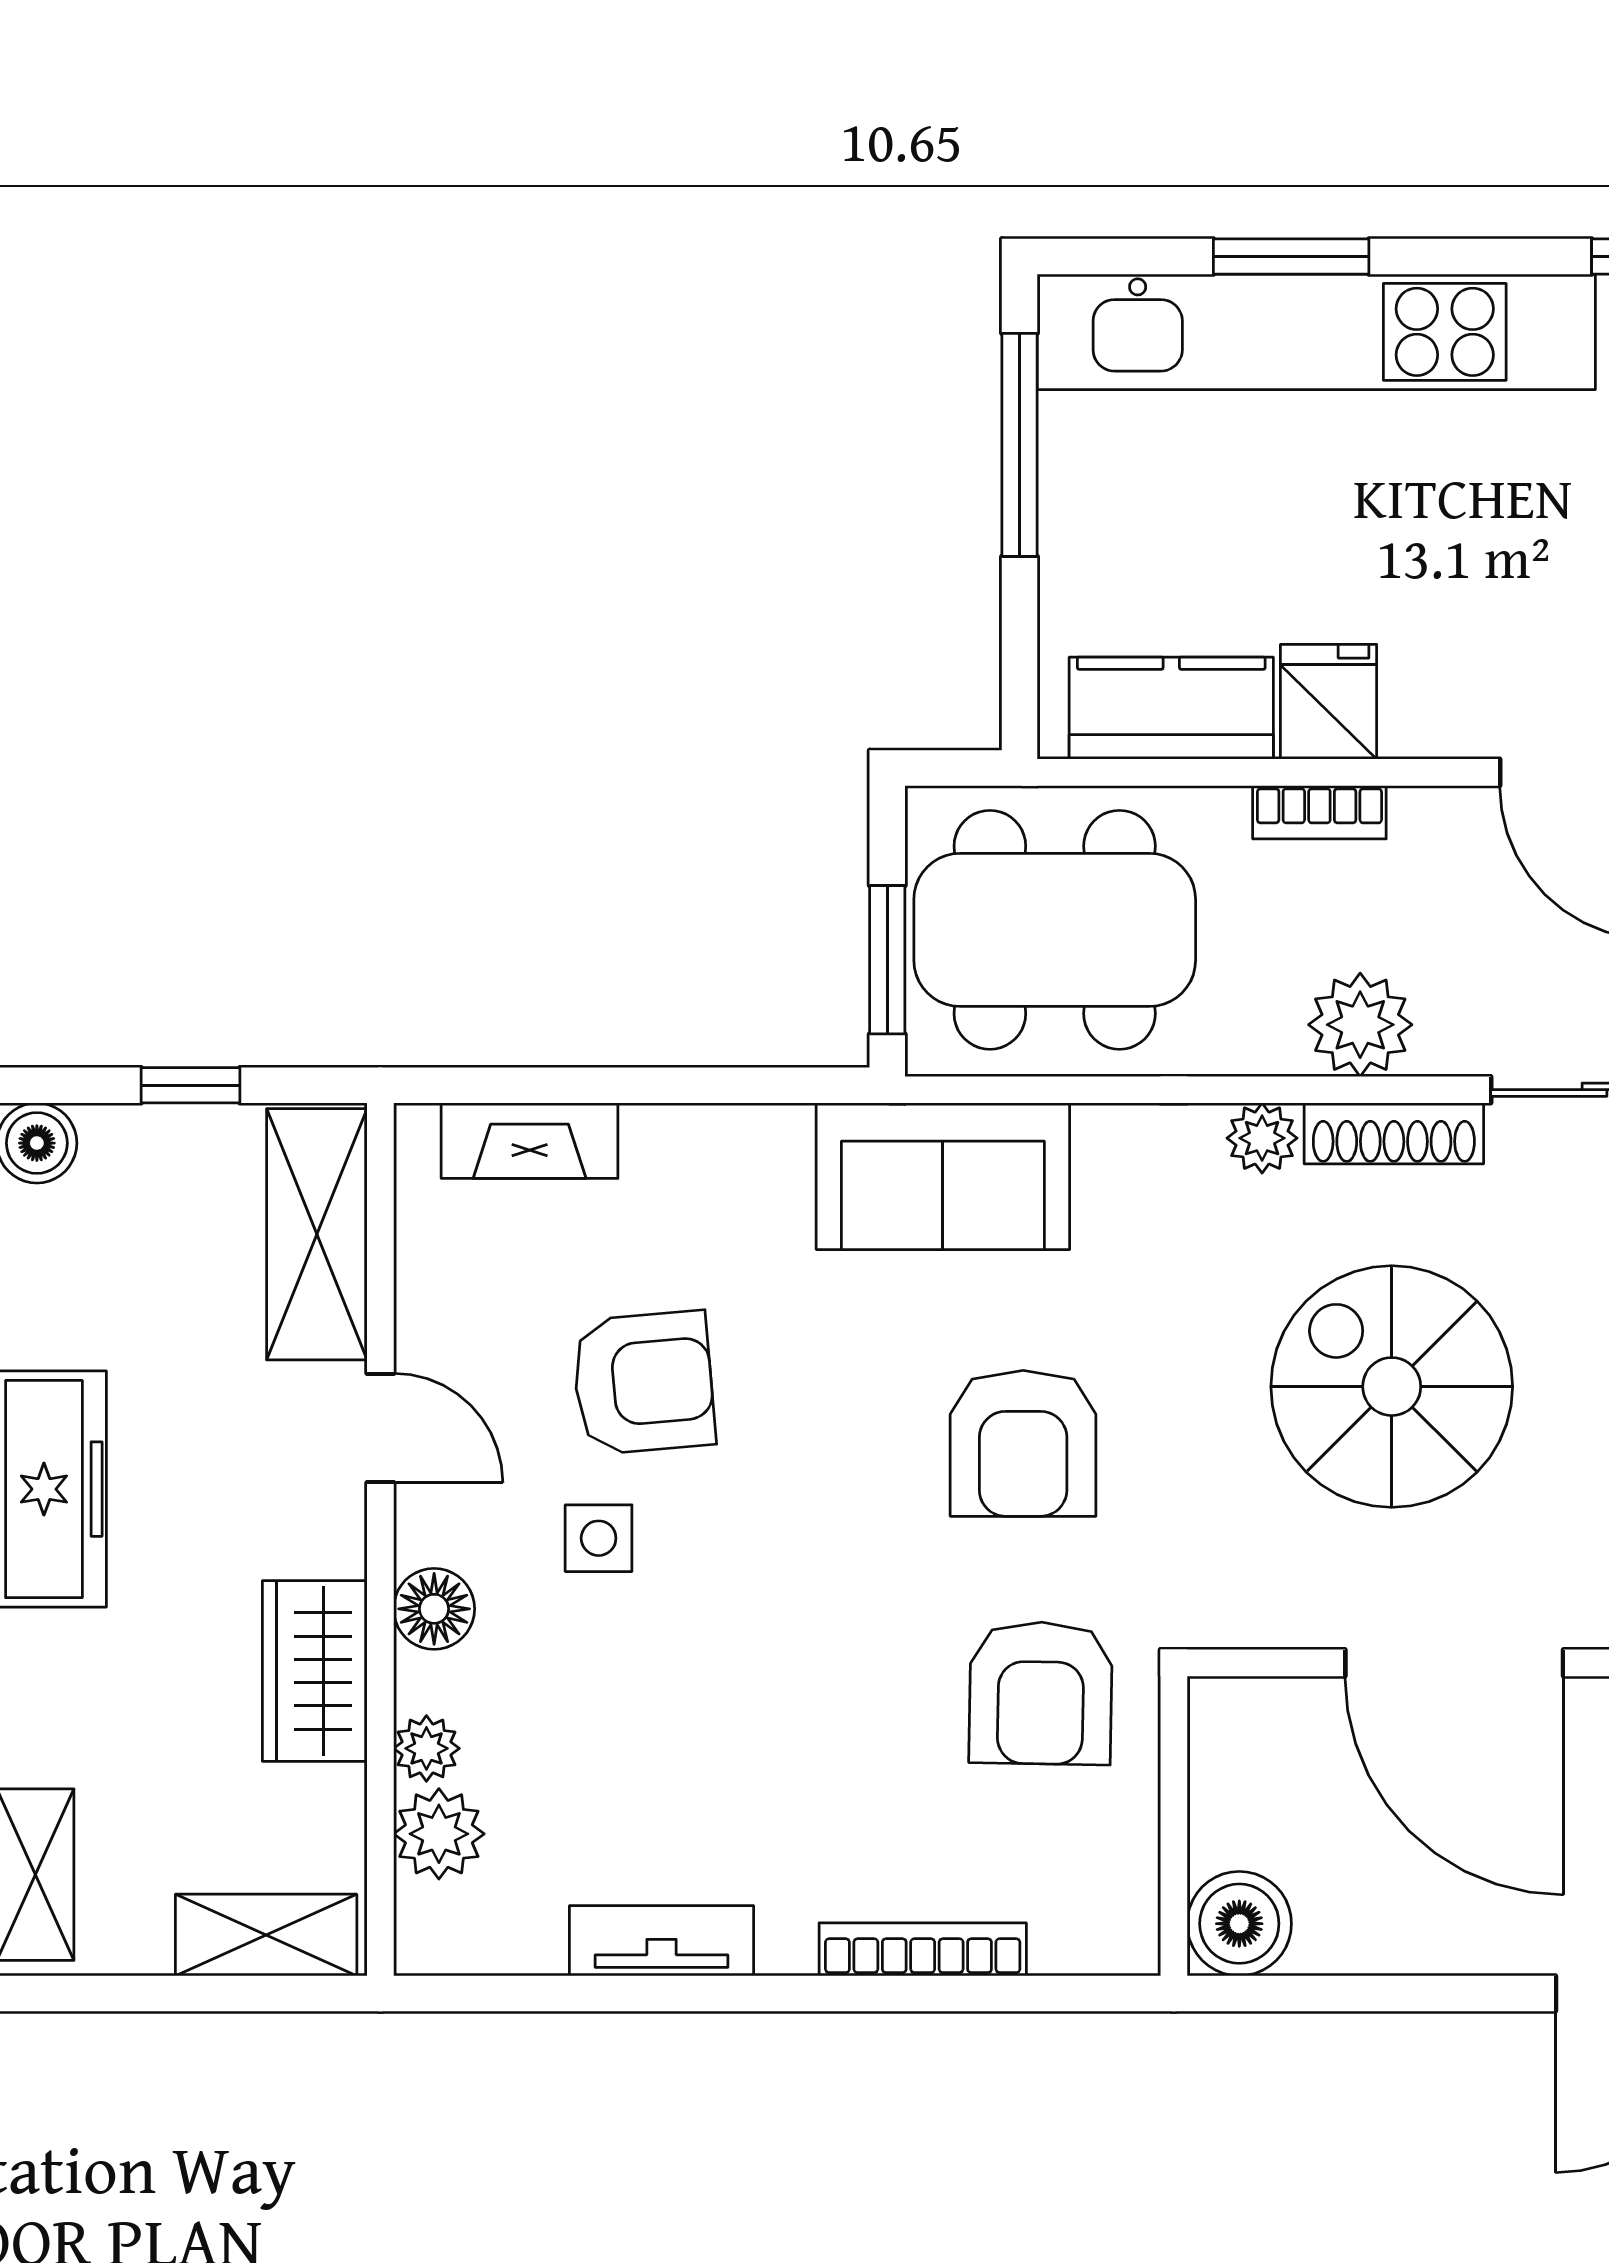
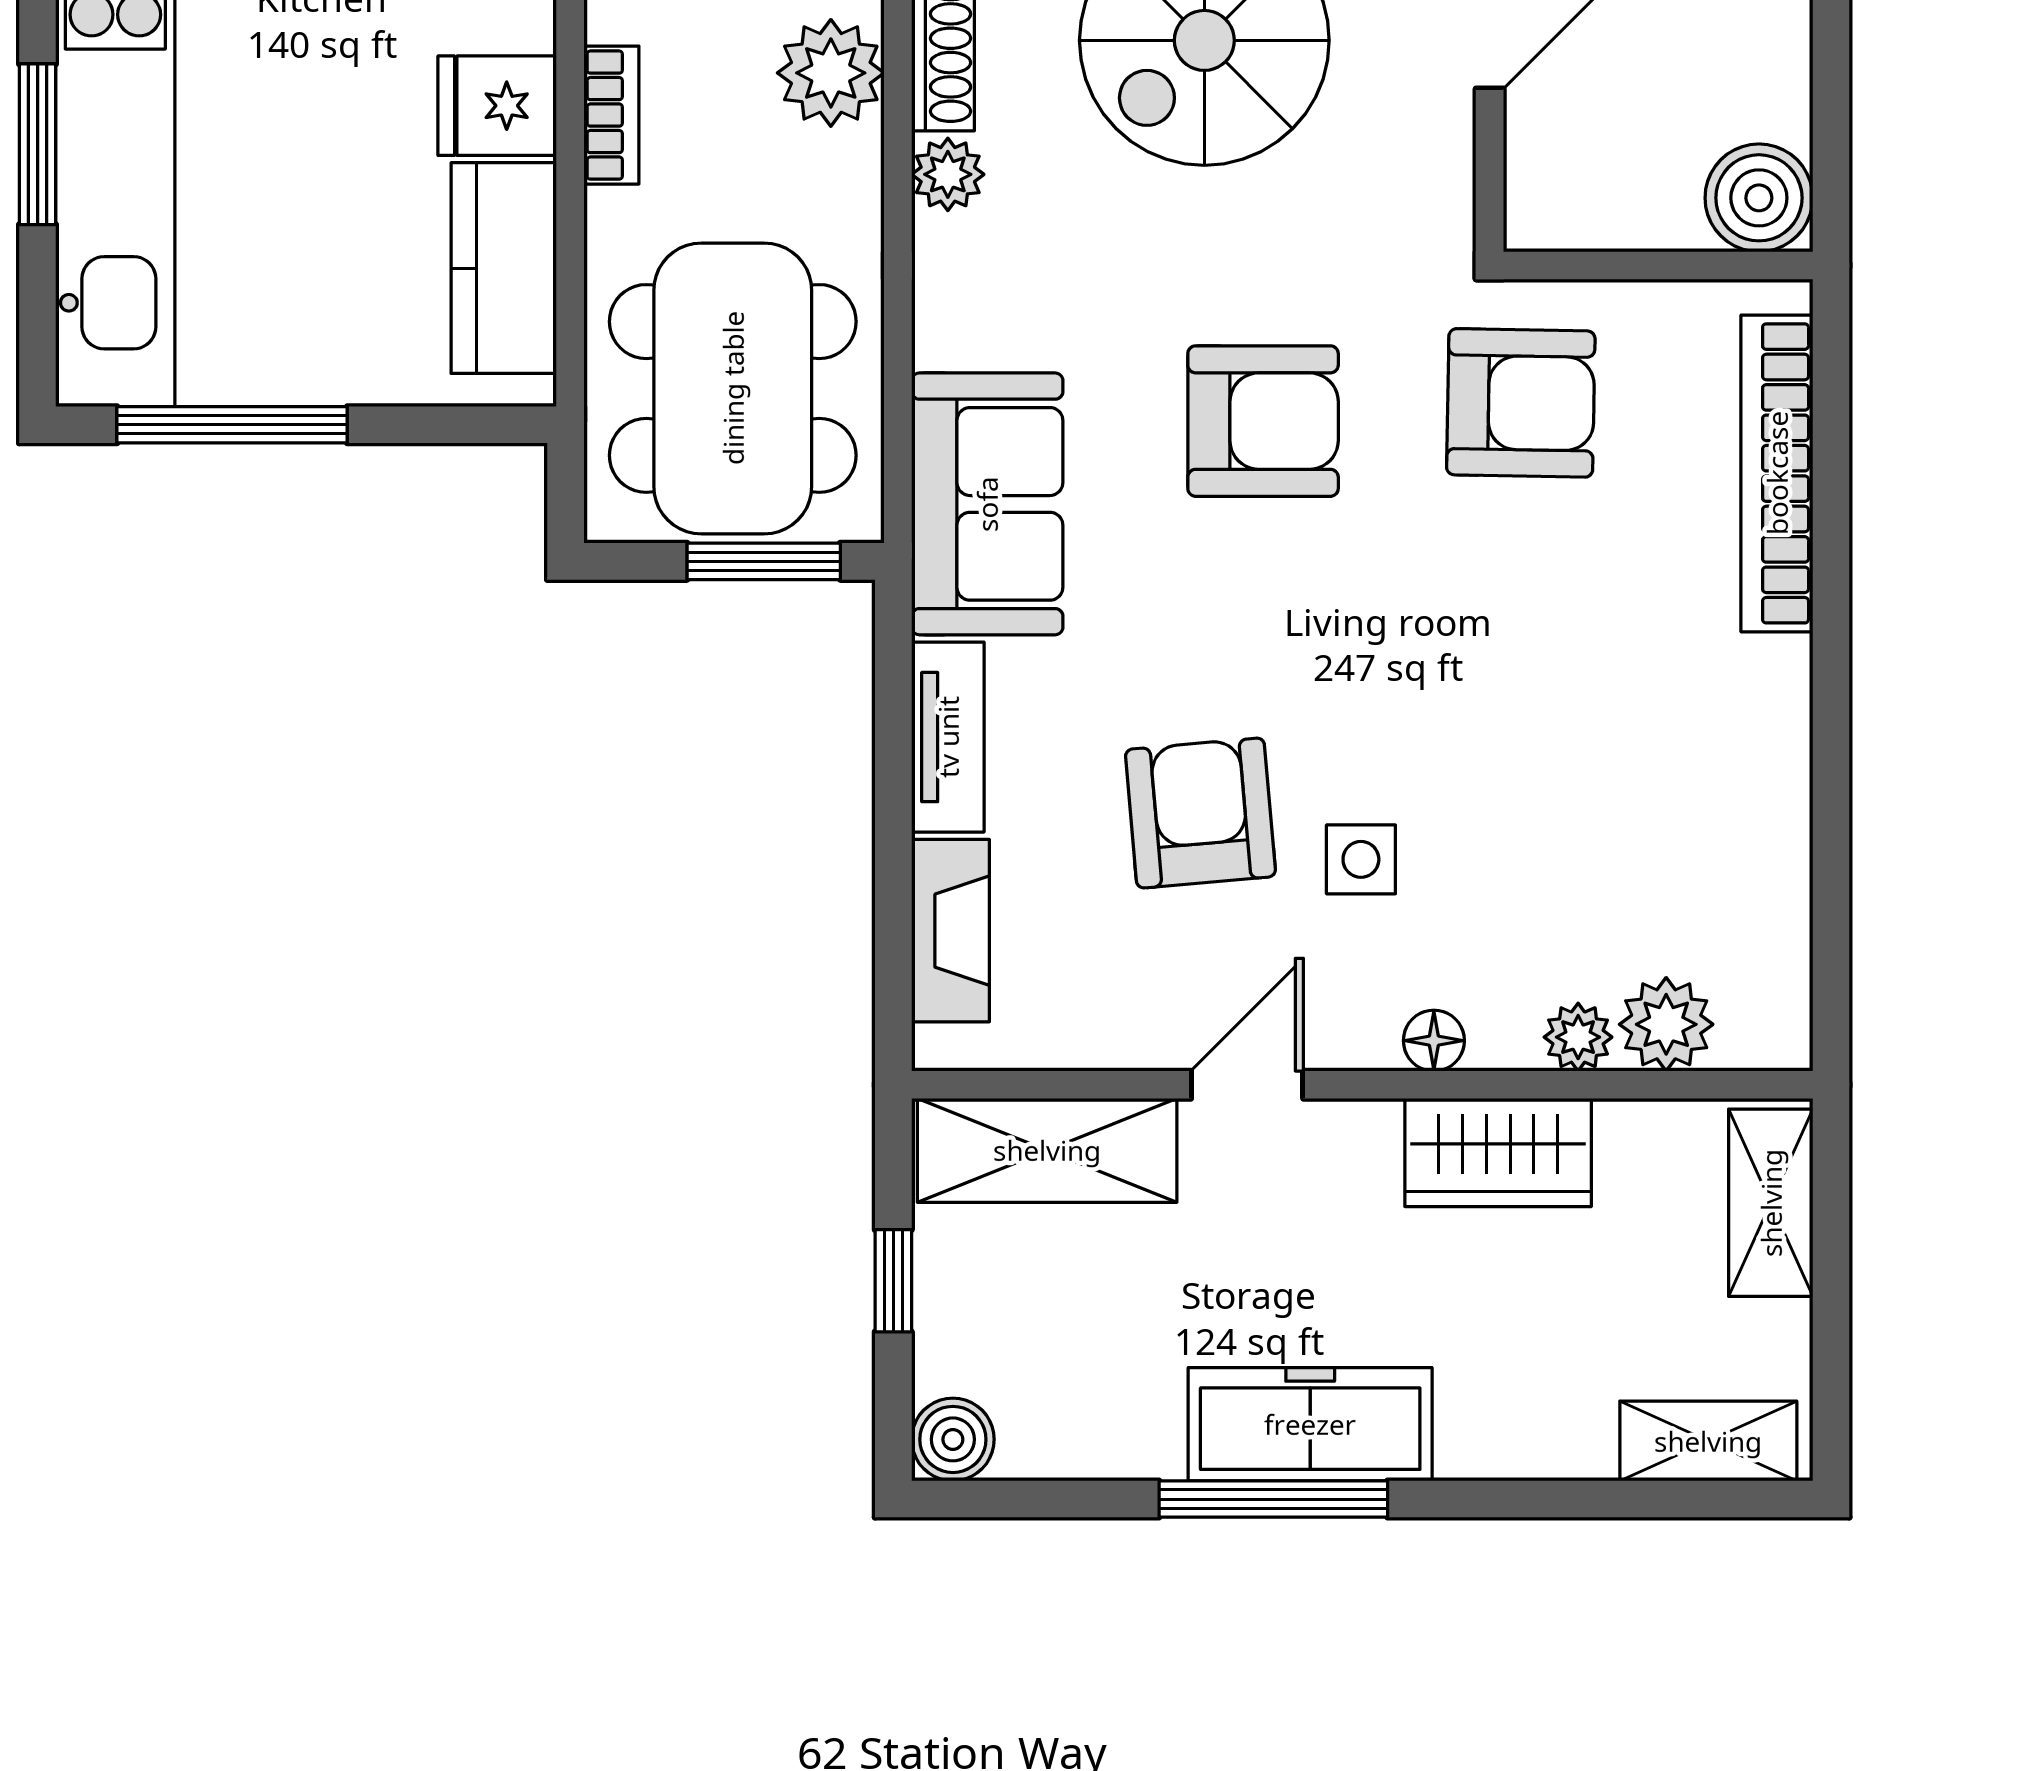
floor lamp: (434, 1609) -> (1434, 1041), width x0.73, depth x0.73
tv unit: (662, 1941) -> (948, 737), moved, turned 180
bookcase: (923, 1949) -> (1777, 473), width x1.48, depth x1.31

